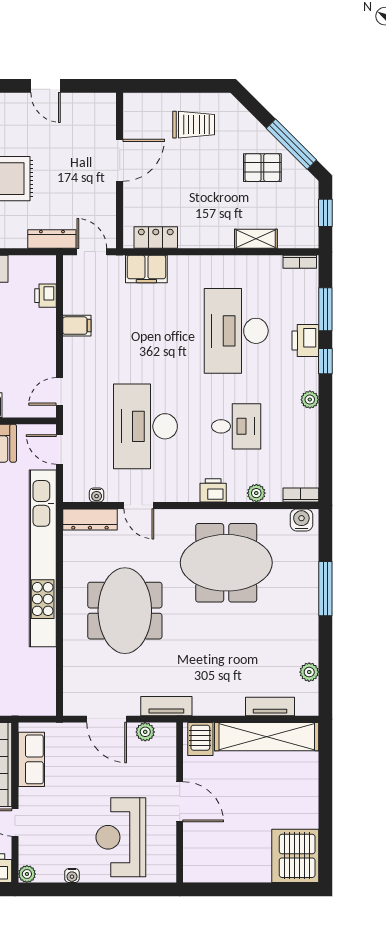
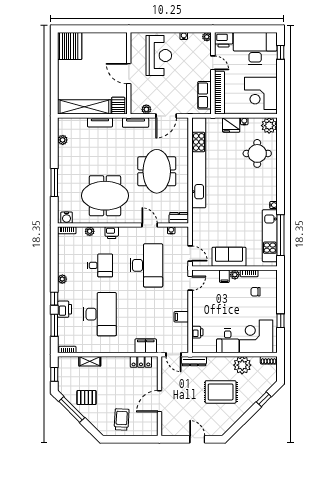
trolley: (194, 125) -> (122, 419), turned 93
desk: (236, 426) -> (100, 265), turned 180
dresser: (90, 519) -> (179, 218), width x0.70
kitchen unit: (43, 558) -> (199, 163), moved
tv unit: (270, 706) -> (100, 122), moved
door: (107, 719) -> (166, 116), swing flipped

